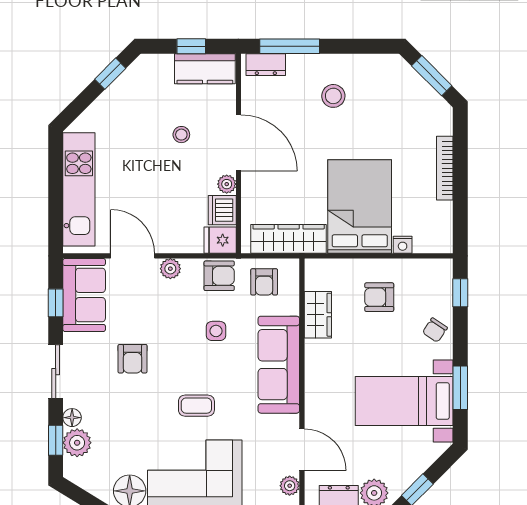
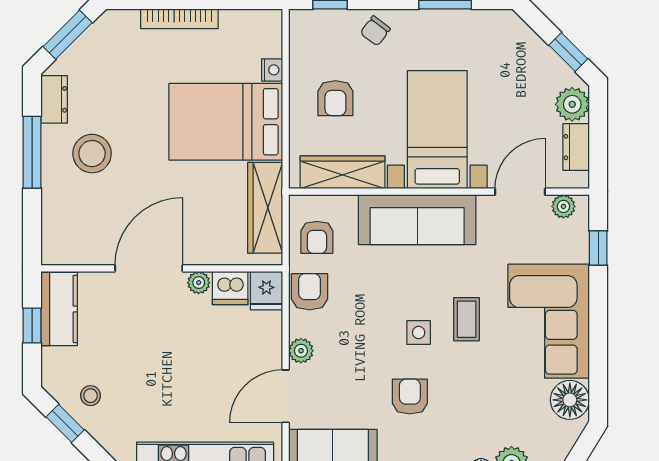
window: (290, 46) -> (32, 152), moved
dresser: (266, 65) -> (54, 99), moved
stool: (333, 96) -> (92, 154), width x1.38, depth x1.38
stool: (181, 135) -> (91, 396), moved
armchair: (264, 282) -> (317, 237), turned 90
wardrobe: (318, 315) -> (343, 172), width x1.50
chair: (435, 330) -> (375, 31), turned 93
side table: (216, 331) -> (419, 333), moved
armchair: (133, 359) -> (410, 396), turned -90
bed with nightstands: (404, 401) -> (437, 130), moved, turned 180

